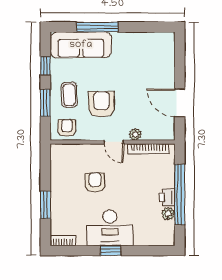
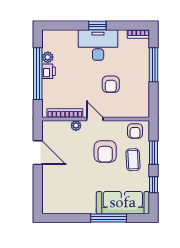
window: (45, 205) -> (153, 65), width x1.44

